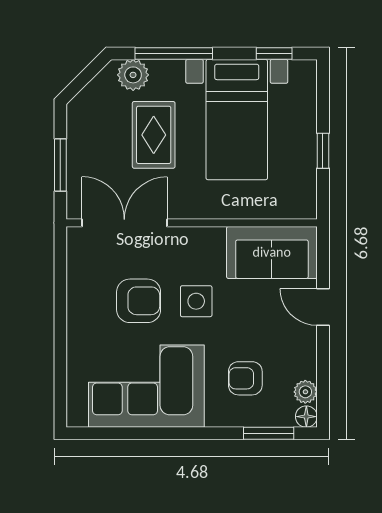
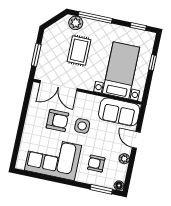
bed with nightstands: (237, 120) -> (121, 70), moved, turned 180
window: (323, 151) -> (153, 63), moved
double door: (124, 223) -> (58, 86), swing flipped
plant: (305, 392) -> (124, 159), moved

